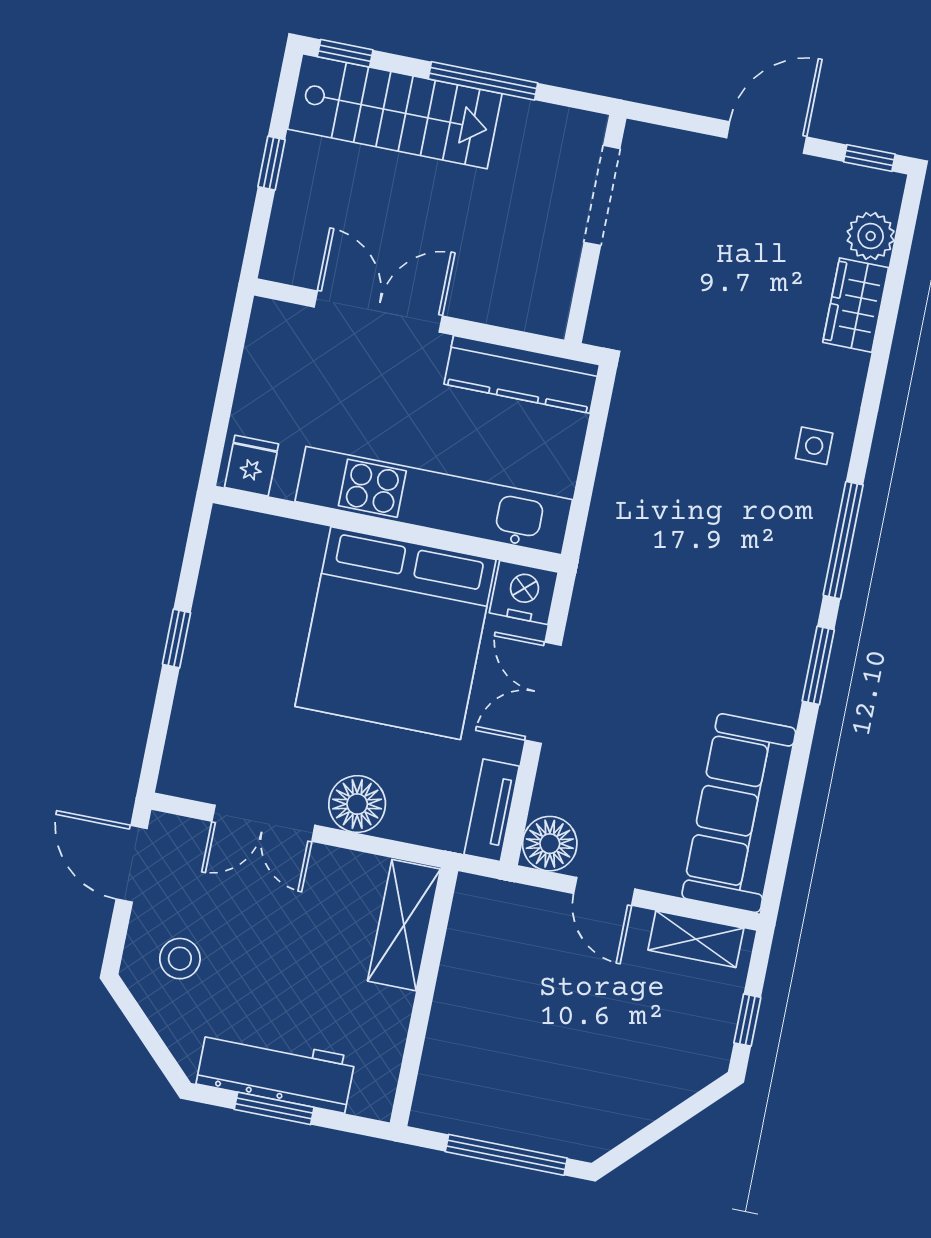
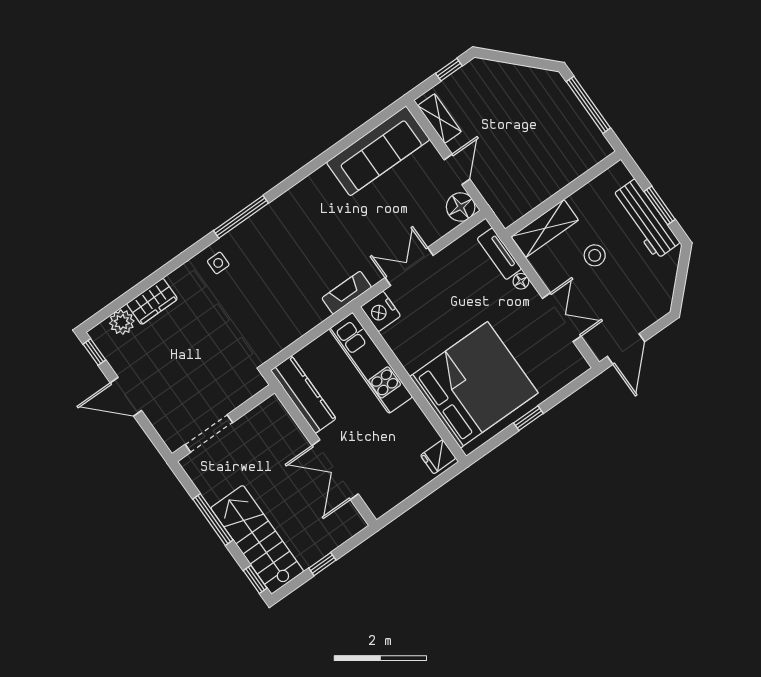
kitchen unit: (434, 501) -> (371, 363), width x0.73
fireplace: (596, 574) -> (347, 293), added
bed: (396, 633) -> (474, 385), moved
window: (818, 665) -> (295, 178), removed
double door: (543, 693) -> (409, 266), swing flipped
floor lamp: (357, 804) -> (521, 281), width x0.53, depth x0.53
tv unit: (492, 810) -> (499, 254), moved, turned 90
stool: (180, 959) -> (595, 255), moved

